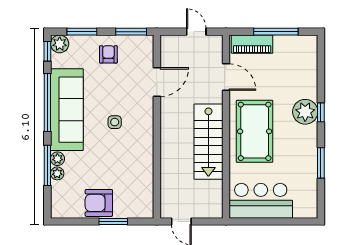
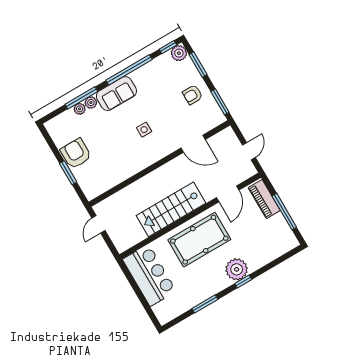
armchair: (108, 54) -> (193, 95), turned 180
sofa: (67, 110) -> (116, 94), width x0.54, depth x0.79

